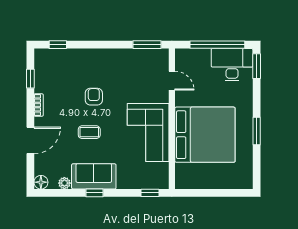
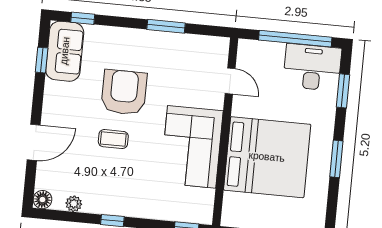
window: (147, 45) -> (166, 26), moved
window: (257, 66) -> (343, 91), moved
armchair: (94, 97) -> (124, 92), width x1.88, depth x1.88
bookcase: (39, 105) -> (49, 96), removed
sofa: (94, 176) -> (65, 51), moved, turned 90

